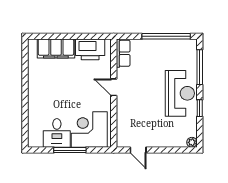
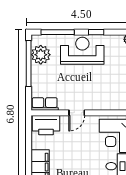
printer: (90, 49) -> (46, 125), moved, turned 90
plant: (176, 49) -> (41, 55), added

